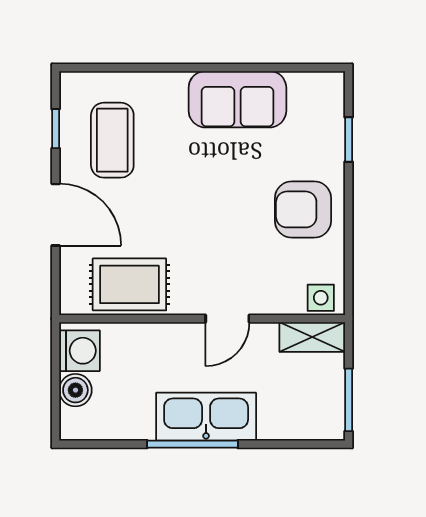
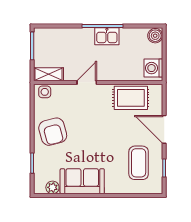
plant: (304, 85) -> (52, 187), added
armchair: (303, 209) -> (53, 132), turned 75
boiler: (75, 390) -> (155, 36), moved
kitchen sink: (206, 417) -> (107, 36), width x0.53, depth x0.81

